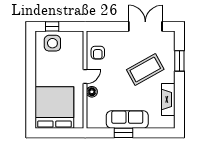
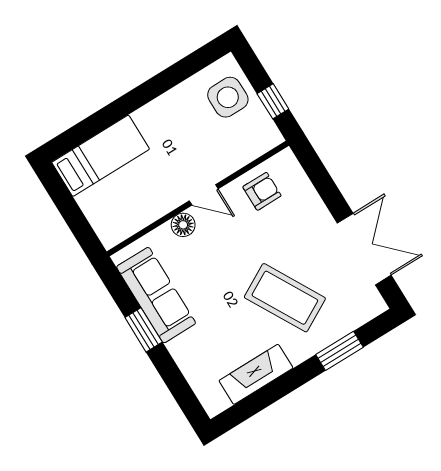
window: (52, 26) -> (273, 101), moved
armchair: (98, 53) -> (262, 191), turned 180
bed: (54, 107) -> (101, 156), width x0.49
sofa: (127, 120) -> (156, 295), moved

